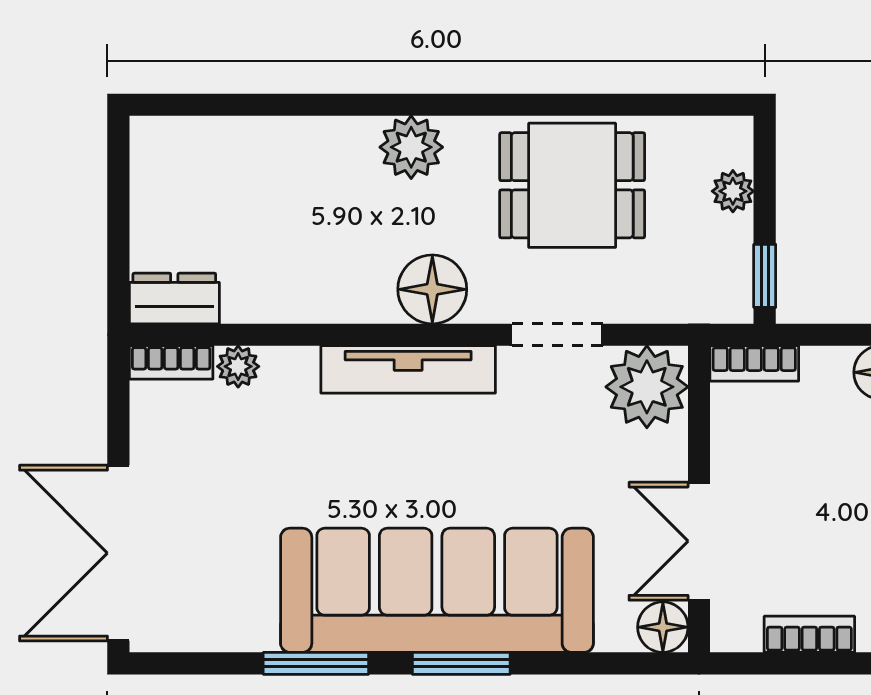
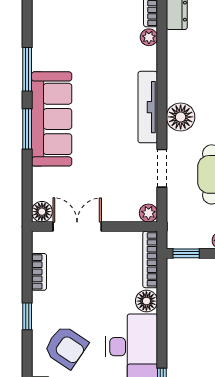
bookcase: (754, 363) -> (150, 259), width x1.56
plant: (647, 387) -> (148, 213), width x0.53, depth x0.53
sofa: (437, 590) -> (52, 119), width x0.74, depth x0.79

